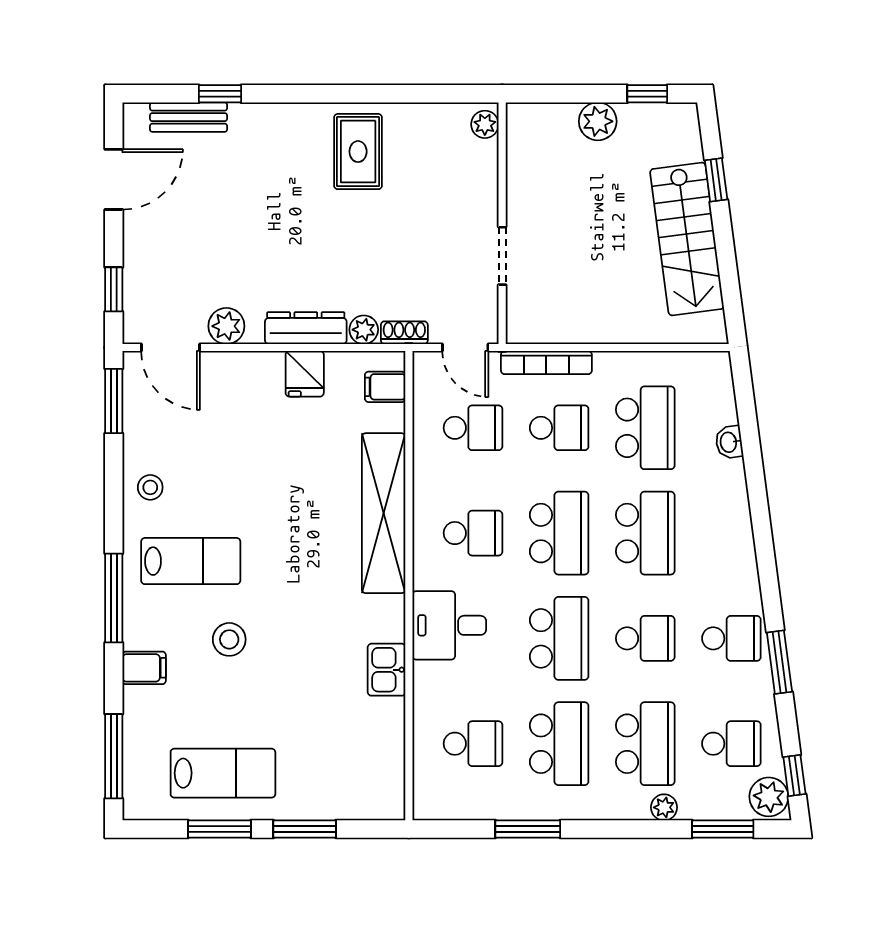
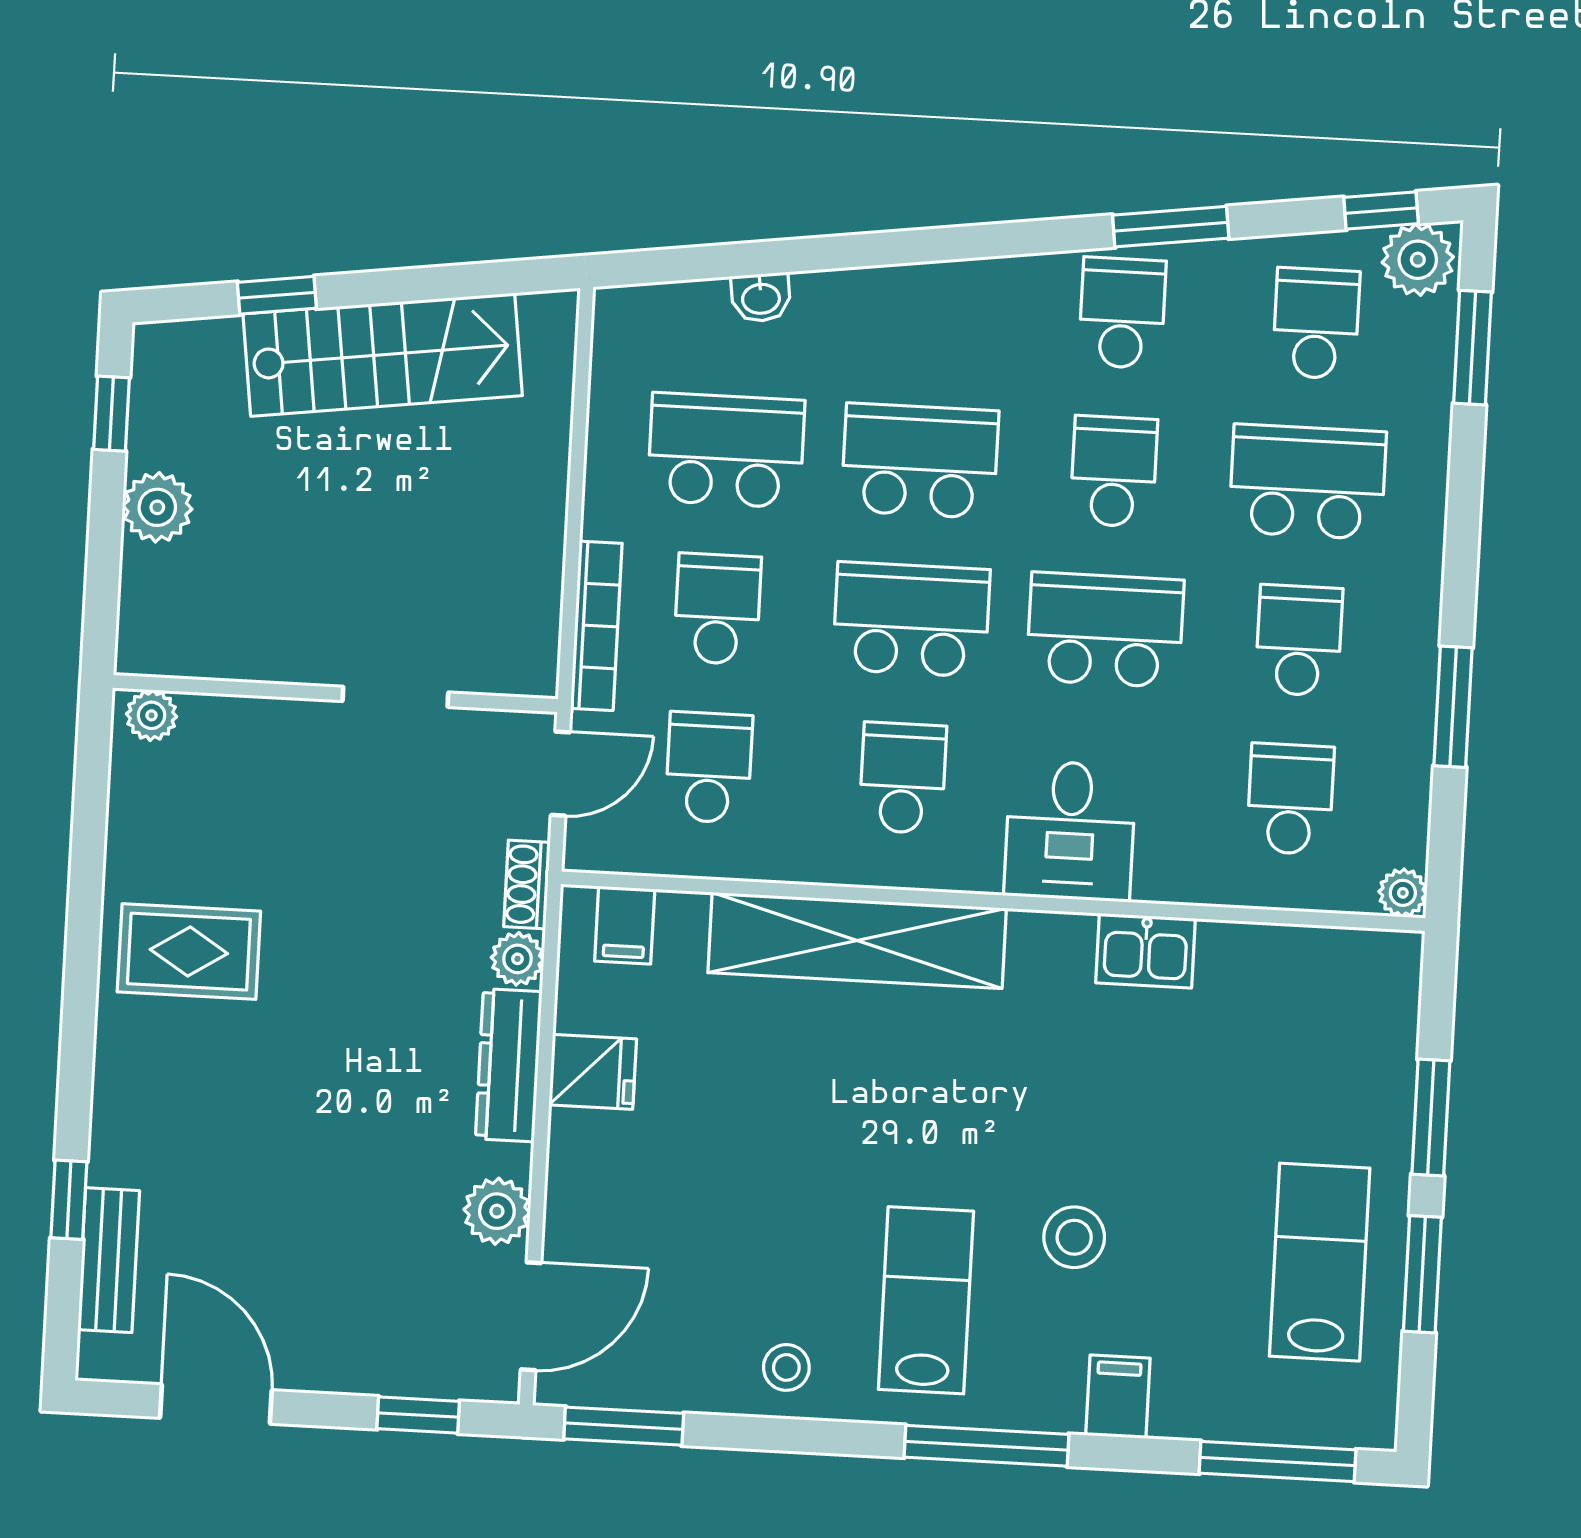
school desk: (559, 744) -> (1299, 640), width x0.54
plant: (664, 807) -> (1403, 893), moved

